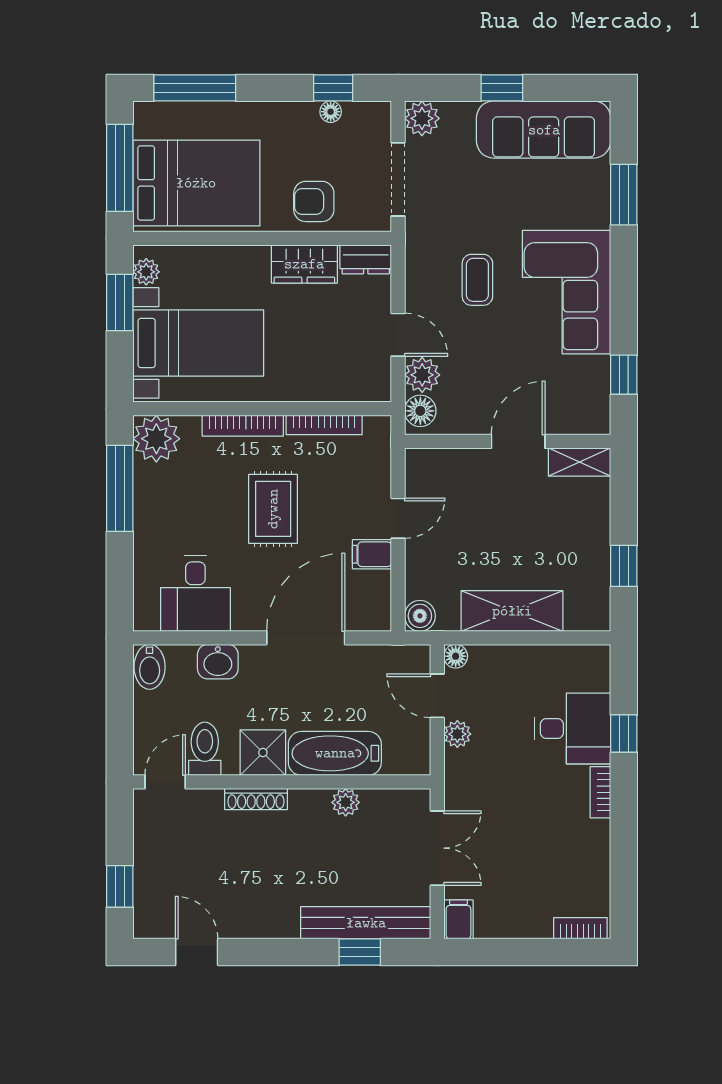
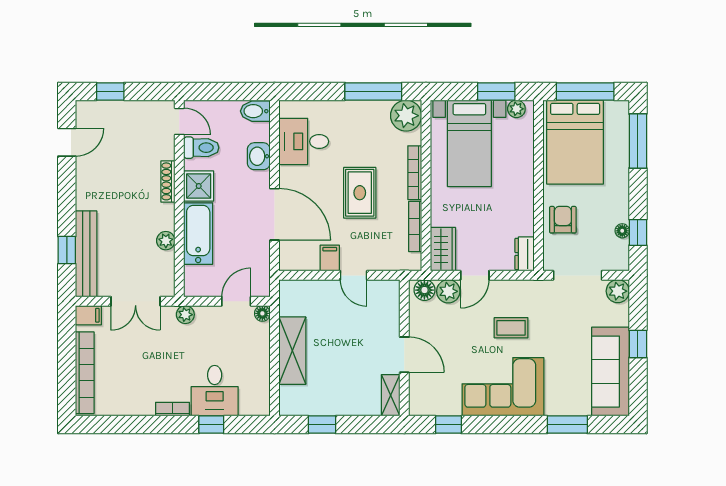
wardrobe: (304, 264) -> (443, 249), moved, turned 180
rug: (273, 509) -> (360, 193), turned 90
boiler: (420, 616) -> (289, 290), removed
plant: (457, 734) -> (185, 315), moved
bookcase: (580, 928) -> (85, 373), width x2.31, depth x1.31

